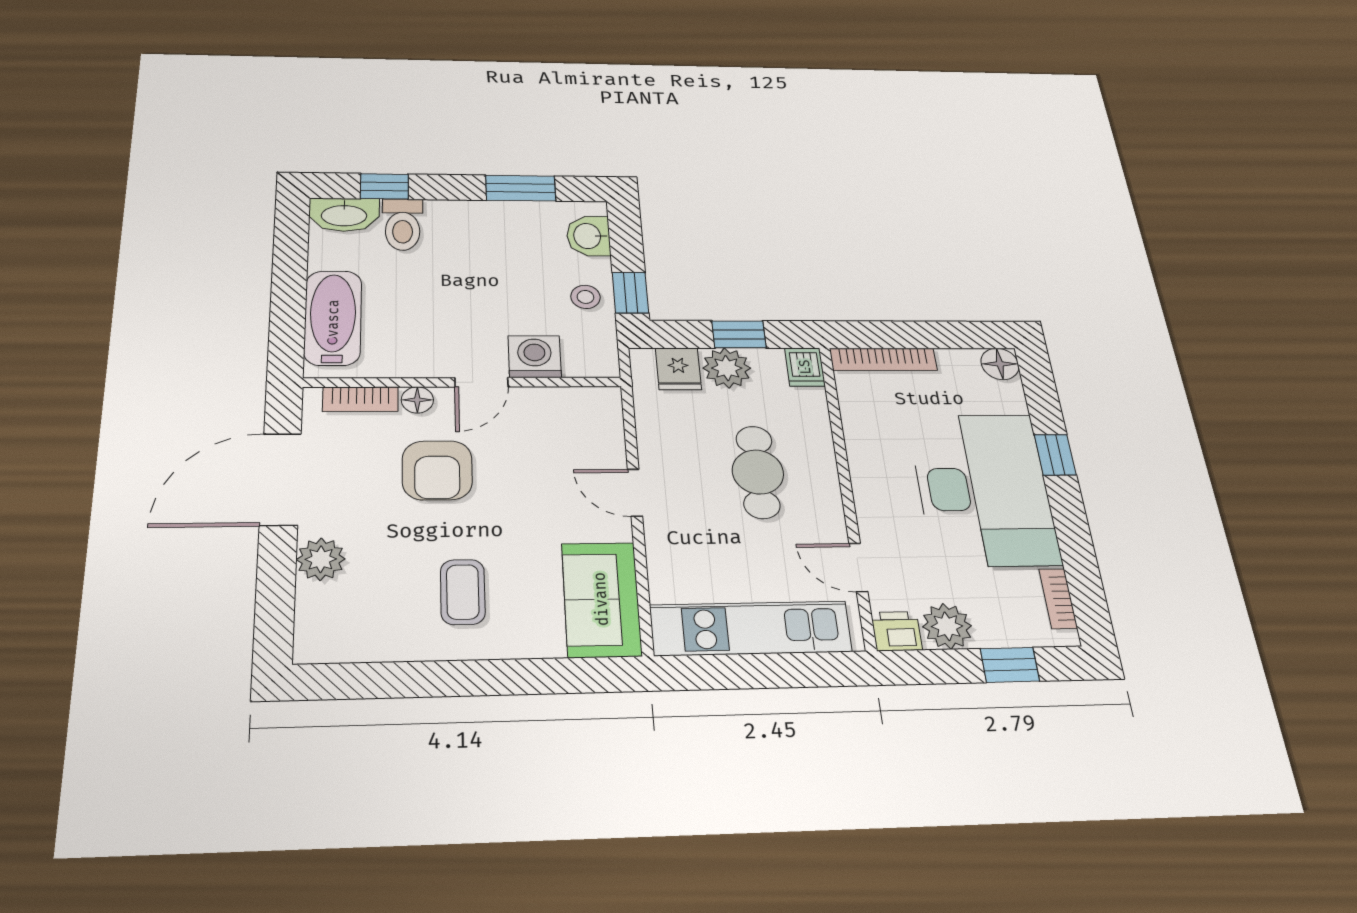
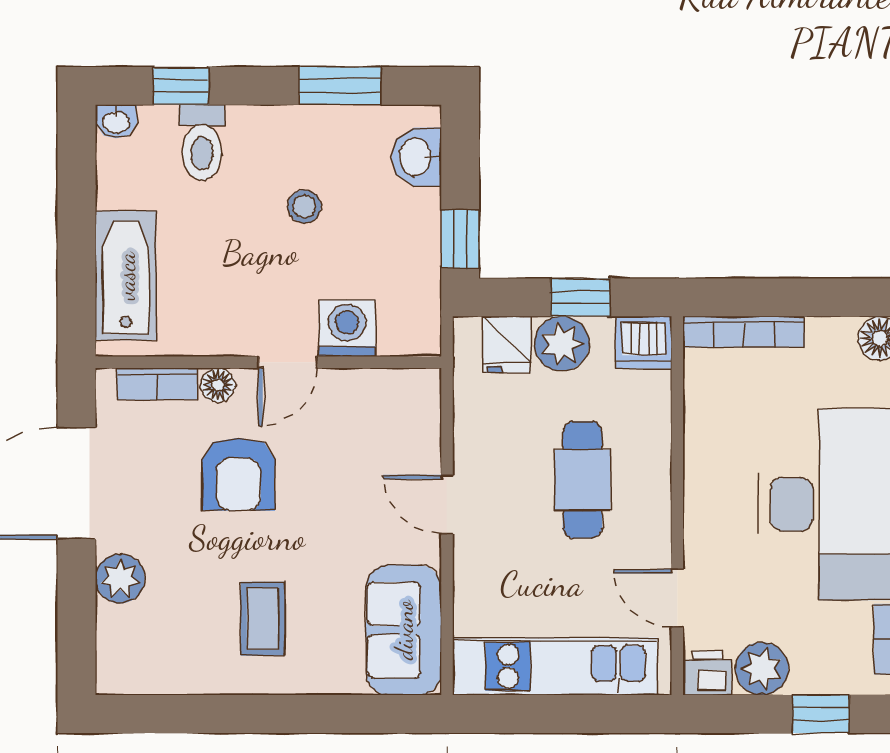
washbasin: (344, 215) -> (116, 121), width x0.52, depth x0.69
stool: (585, 297) -> (304, 207), moved
dishwasher: (805, 367) -> (644, 342), width x1.38

